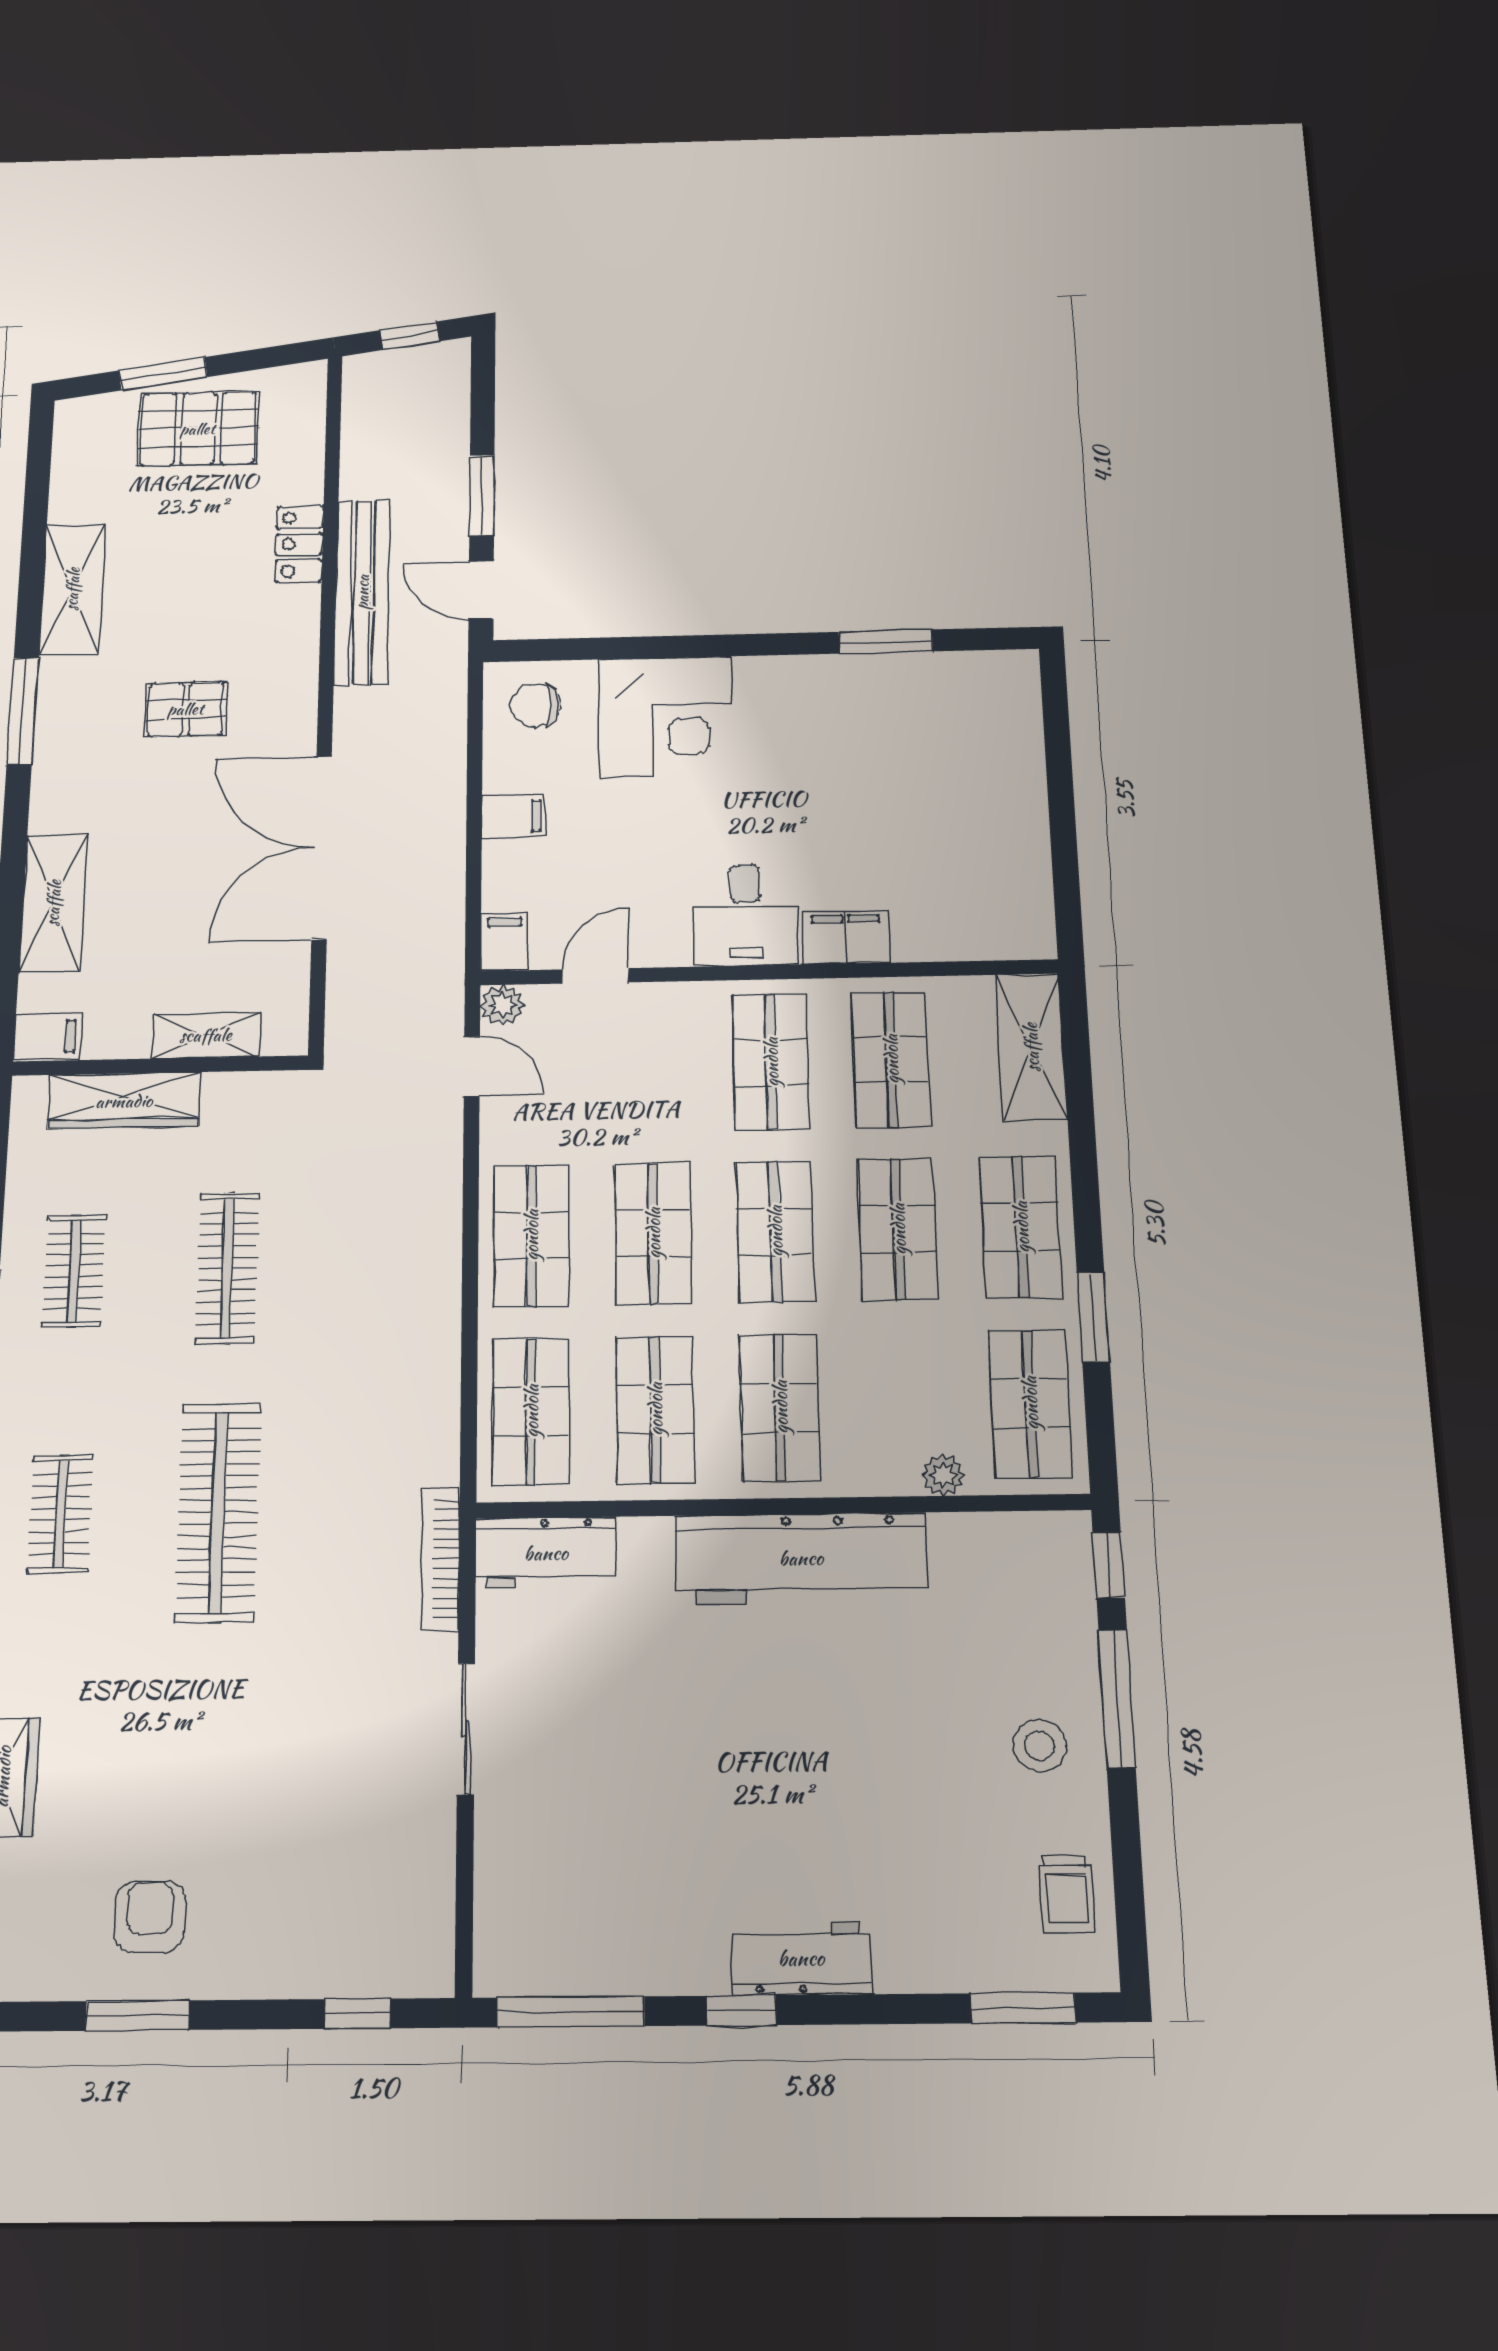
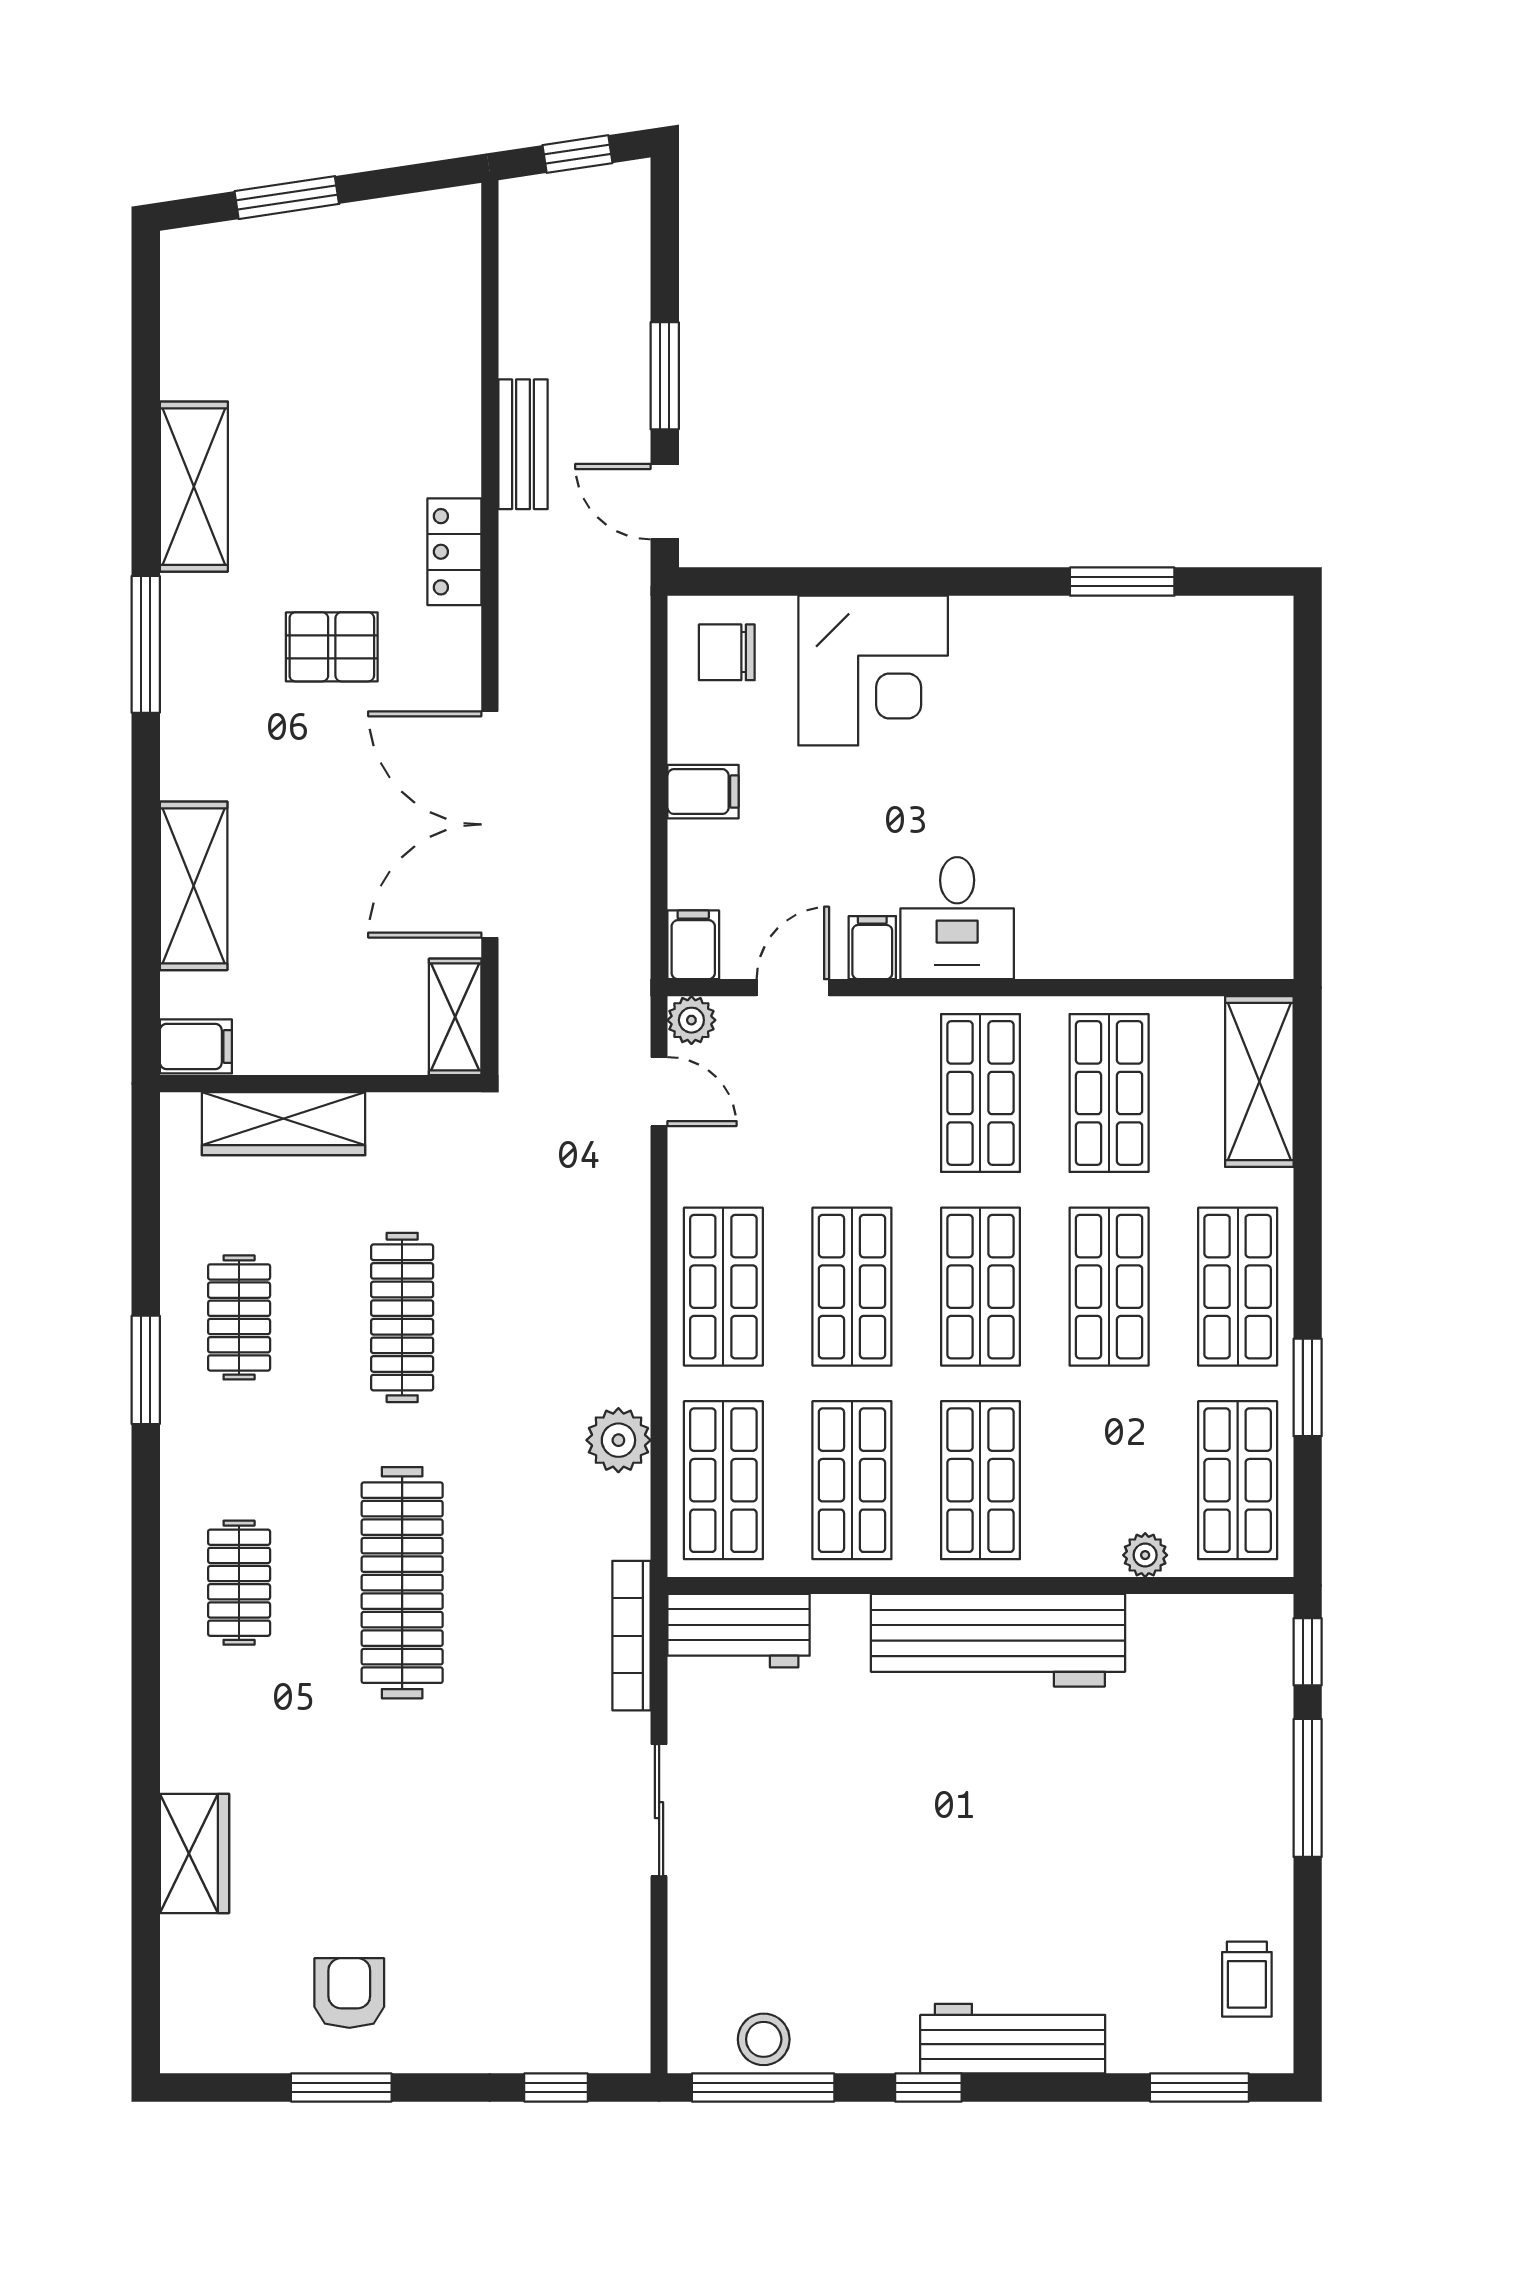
pallet: (198, 429) -> (332, 275), removed
locker: (299, 544) -> (454, 552), moved
bench: (362, 592) -> (523, 444), width x0.54, depth x0.82
filing cabinet: (846, 937) -> (872, 948), moved, width x0.50
shelving: (206, 1035) -> (455, 1017), moved, turned 90
plant: (430, 1376) -> (618, 1440), added
stool: (1040, 1746) -> (764, 2039), moved
workbench: (801, 1958) -> (1013, 2039), width x1.38

